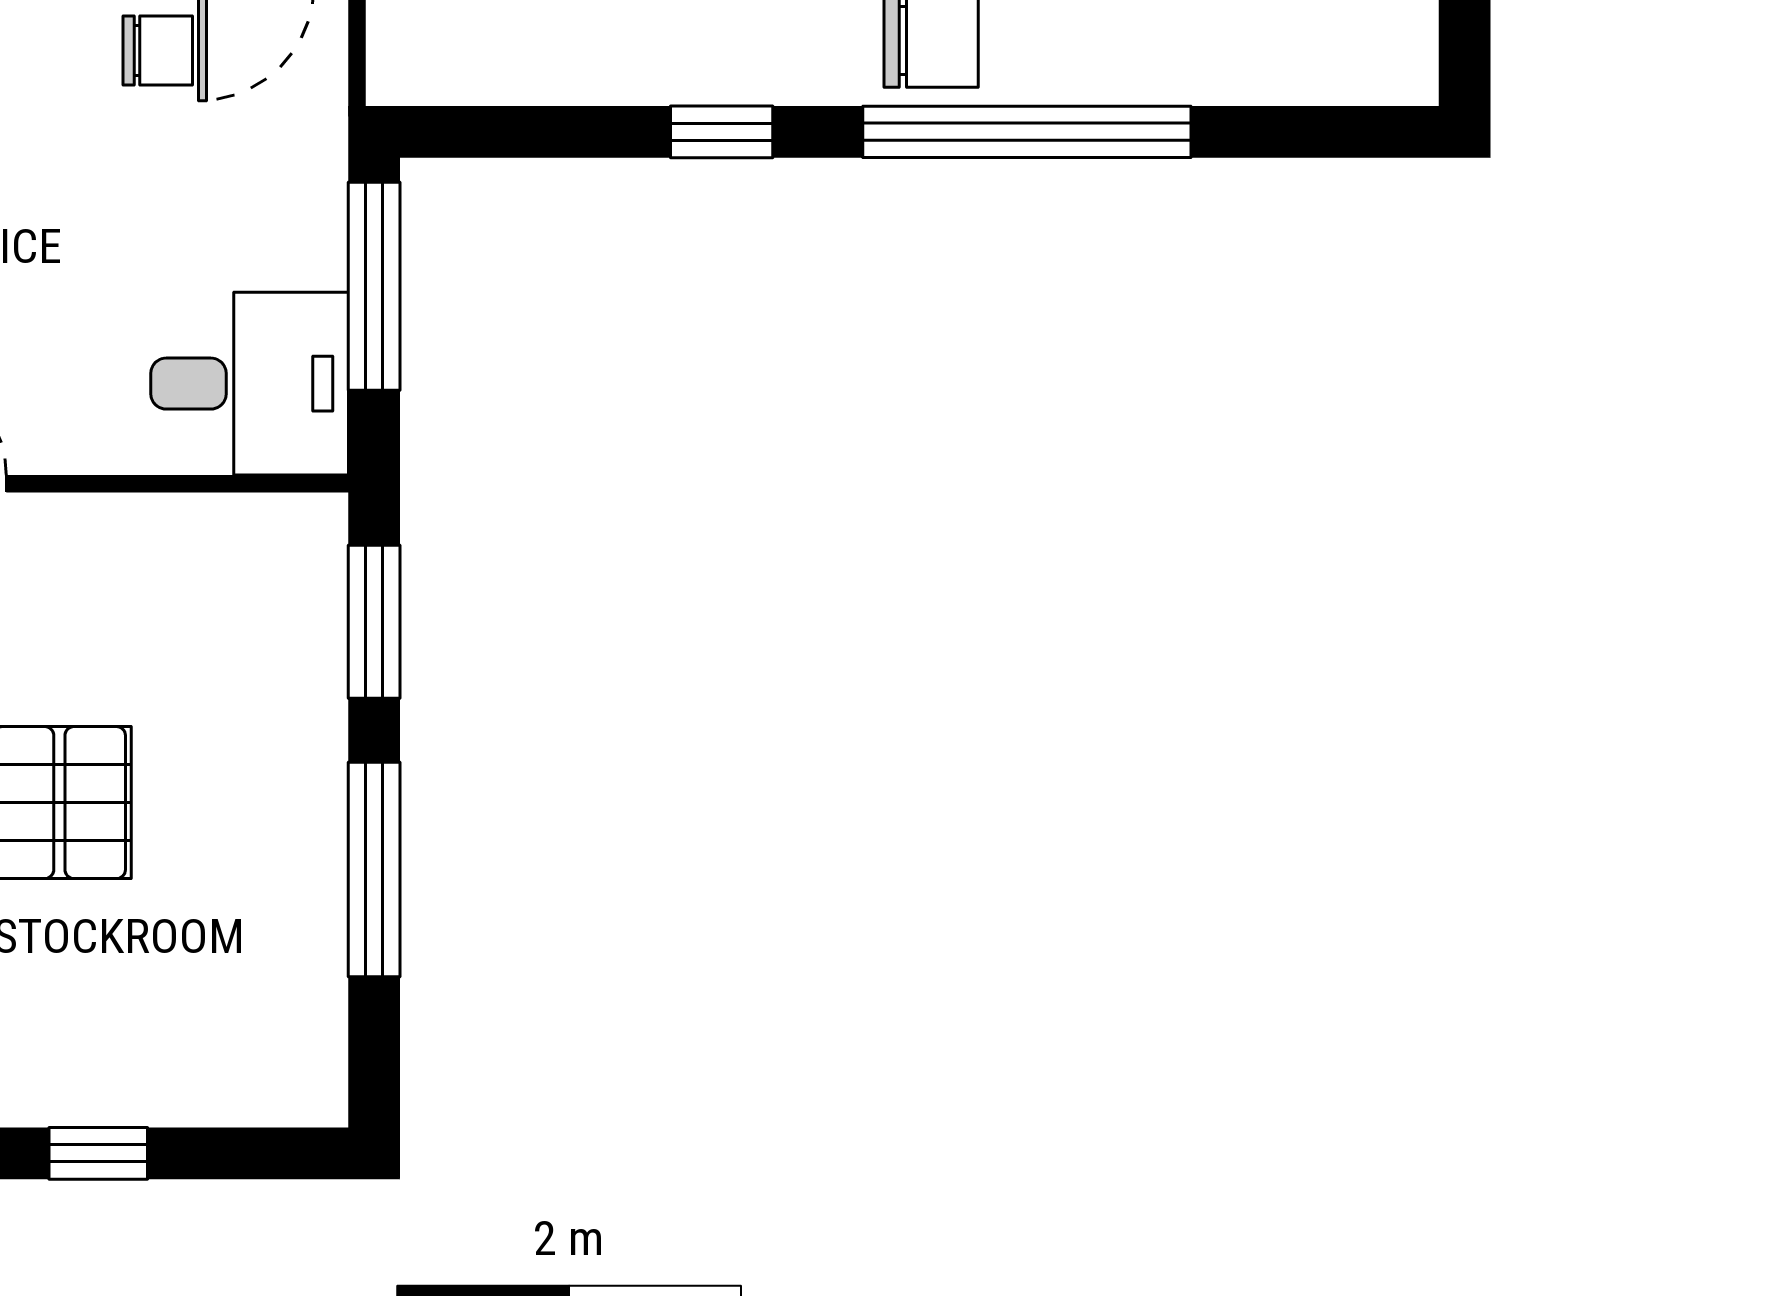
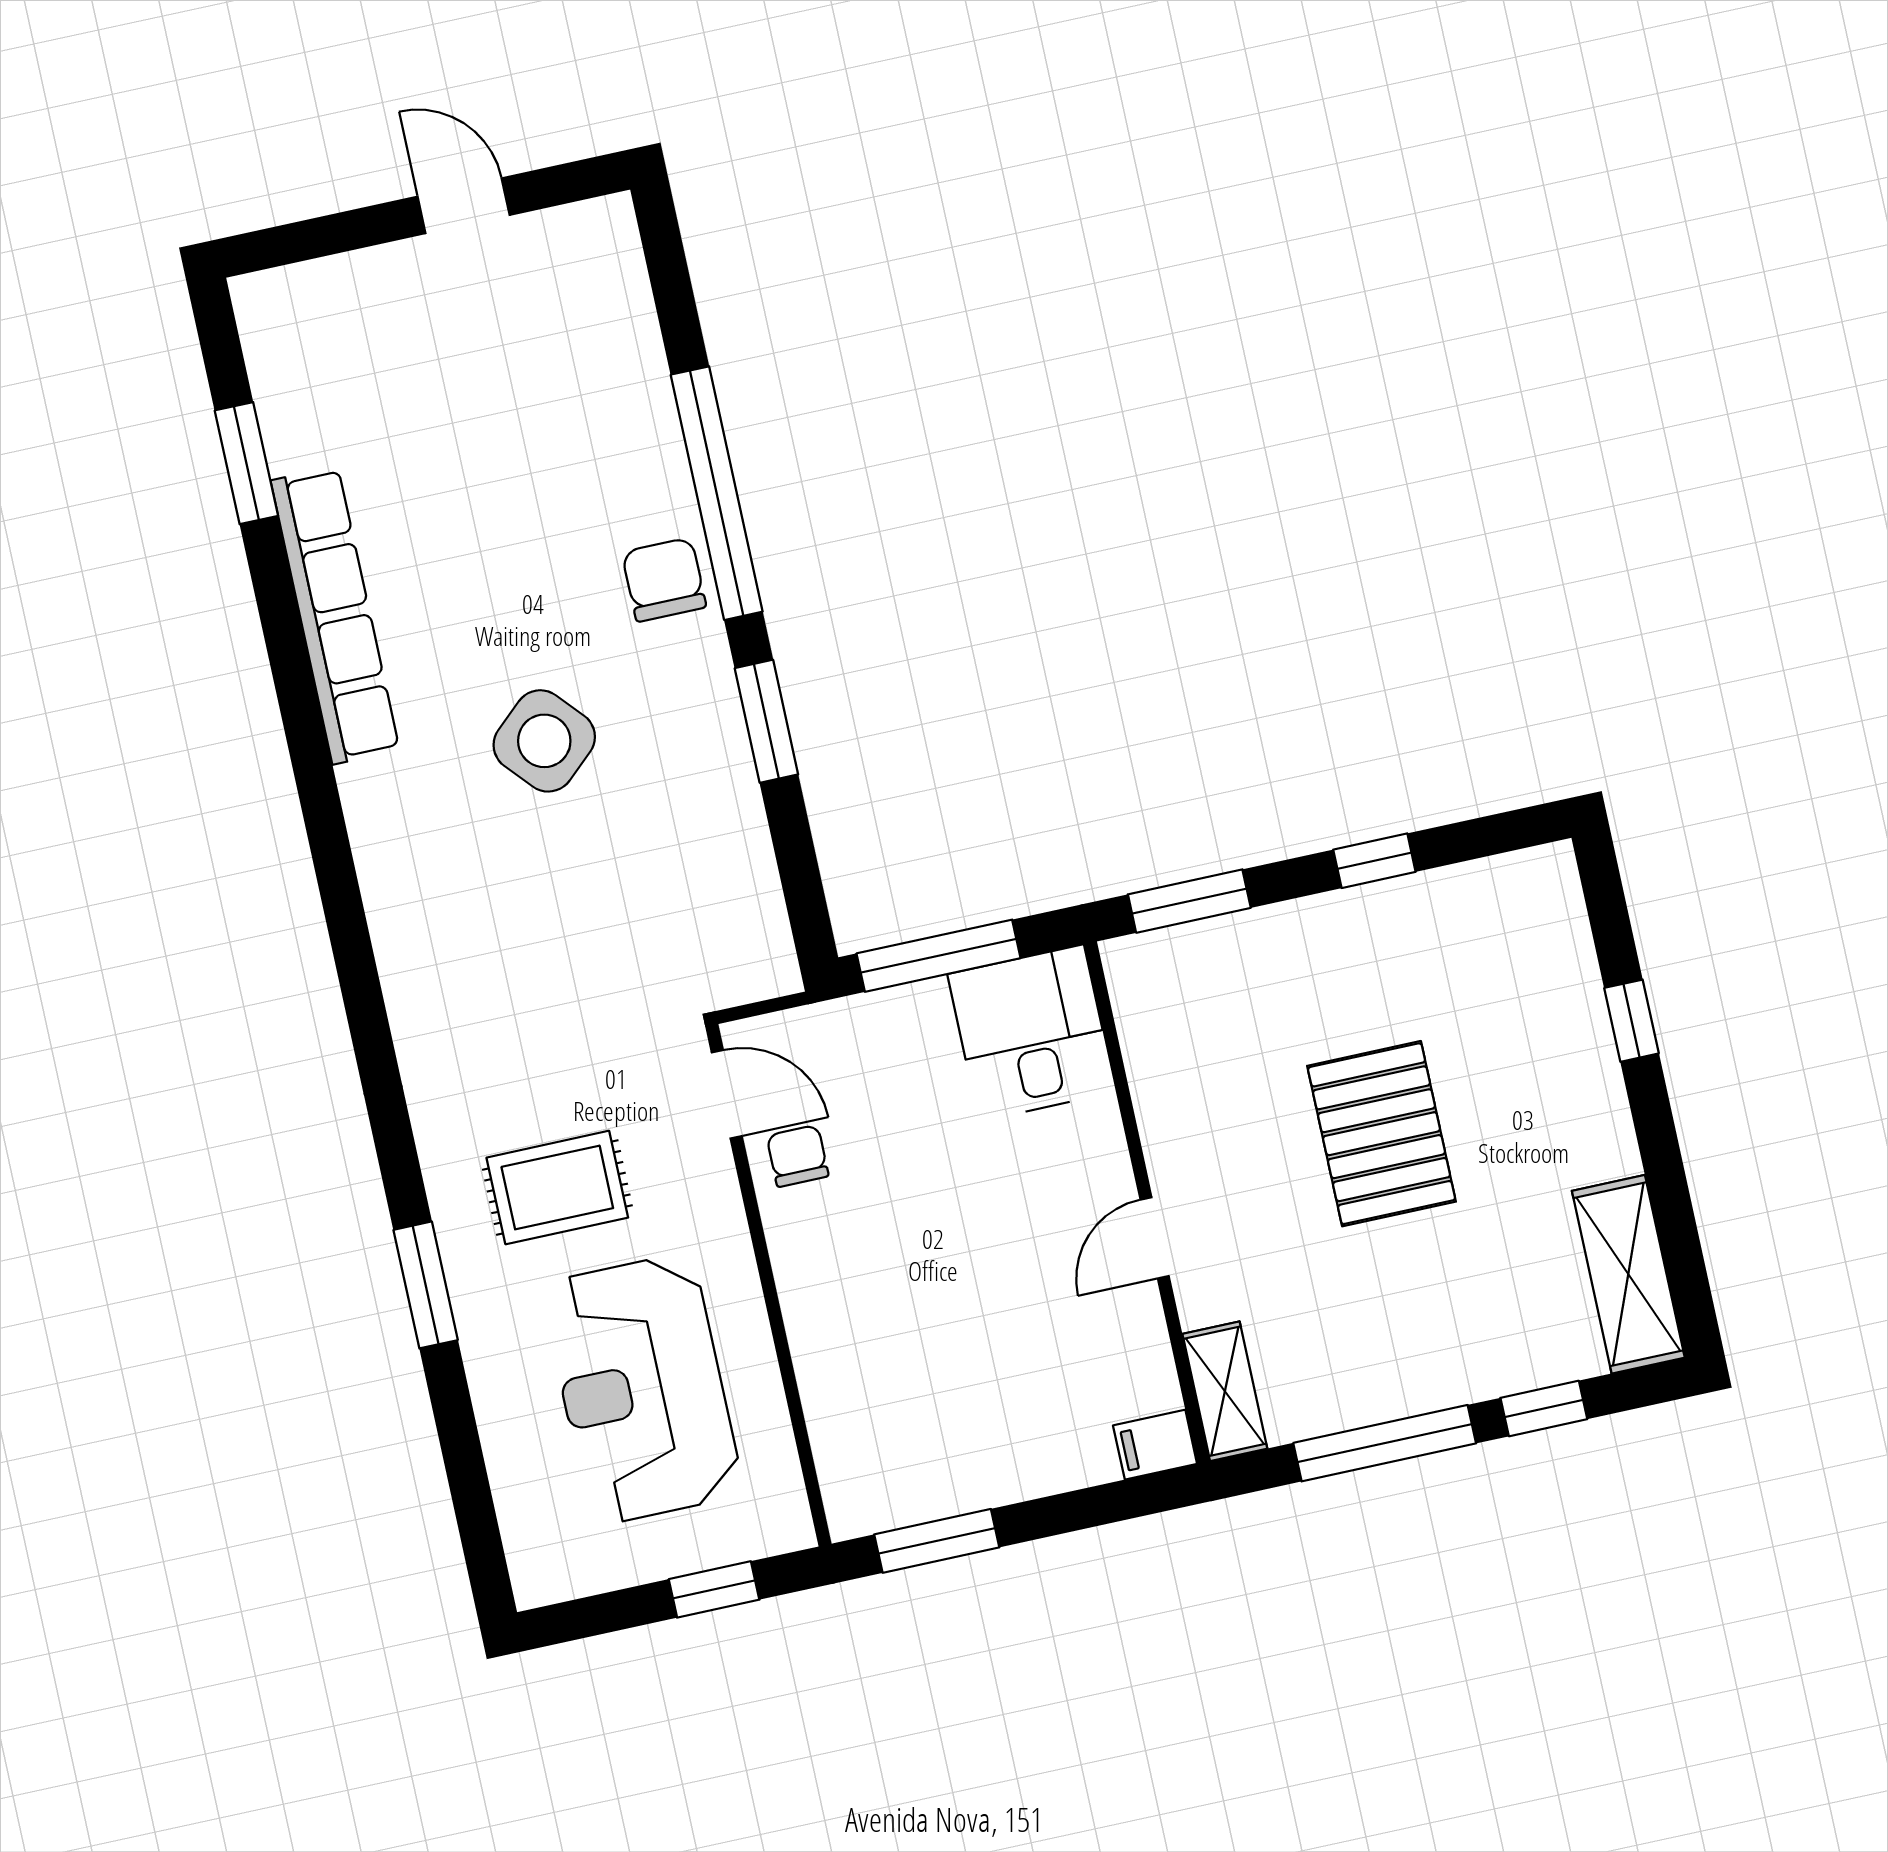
window: (722, 132) -> (766, 721), width x1.50
window: (374, 870) -> (1374, 861), width x0.46

